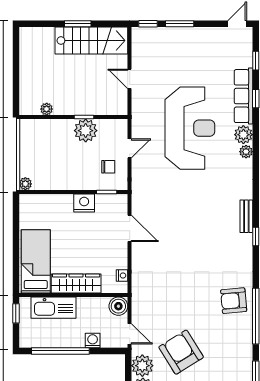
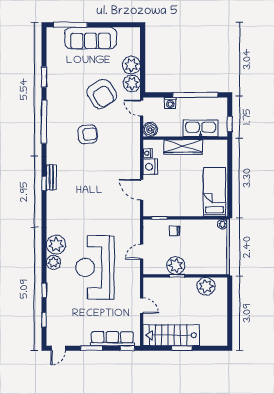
window: (180, 24) -> (92, 348), moved
row of seats: (243, 96) -> (112, 339), moved, turned -90
plant: (47, 109) -> (206, 286), width x1.87, depth x1.87
plant: (246, 152) -> (56, 245), width x1.87, depth x1.87
chair: (108, 167) -> (175, 231), moved
nightstand: (84, 203) -> (150, 167), moved, turned 90
bench: (246, 216) -> (51, 177), moved
bed: (36, 261) -> (214, 192), moved, turned 180
armchair: (234, 301) -> (88, 134), moved

